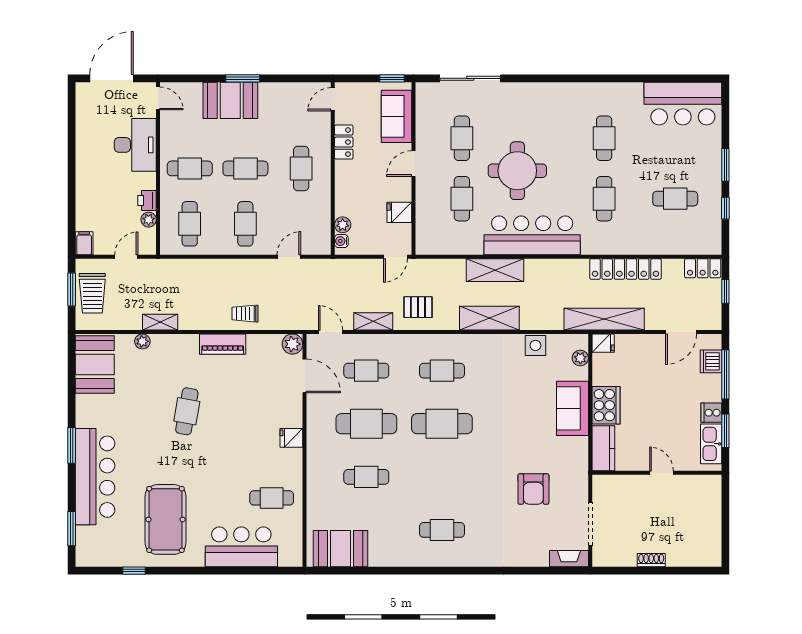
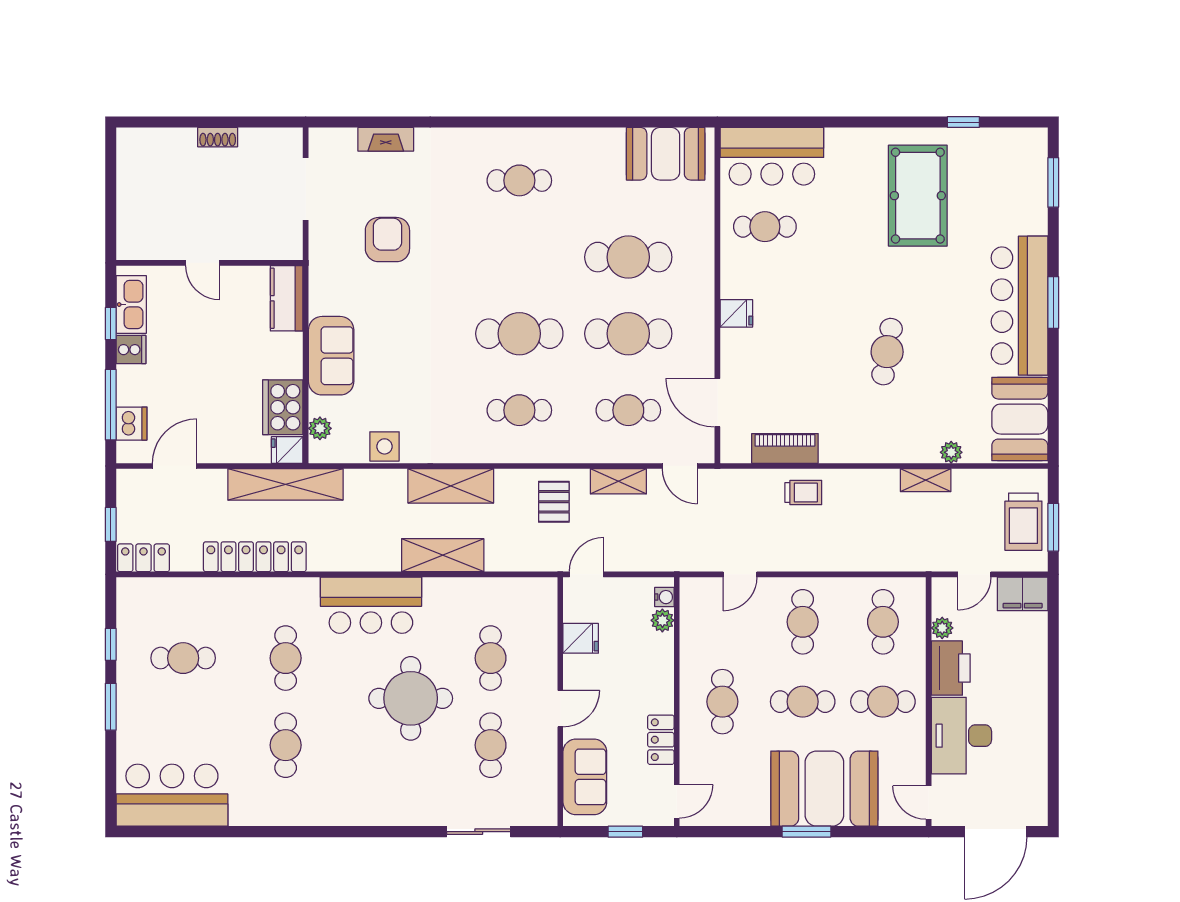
window: (392, 78) -> (625, 832), moved
sliding door: (470, 78) -> (479, 832), width x0.73
booth: (230, 100) -> (824, 789), width x1.36, depth x1.42
printer: (147, 201) -> (951, 668), width x1.87, depth x1.48
bar counter: (532, 235) -> (371, 605), width x0.73
filing cabinet: (84, 243) -> (1023, 594), width x2.00
trolley: (92, 293) -> (1023, 522), turned 180
pallet: (418, 307) -> (554, 502), turned 90
piano: (223, 344) -> (785, 448), moved
plant: (292, 344) -> (735, 449), removed
cooker: (606, 405) -> (283, 407), moved
window: (725, 431) -> (111, 323), width x0.67
bar counter: (95, 477) -> (1019, 306), moved
cafe table: (366, 477) -> (628, 257), width x1.37, depth x1.35
bar counter: (241, 547) -> (772, 156), moved
fireplace: (569, 559) -> (386, 139), moved

